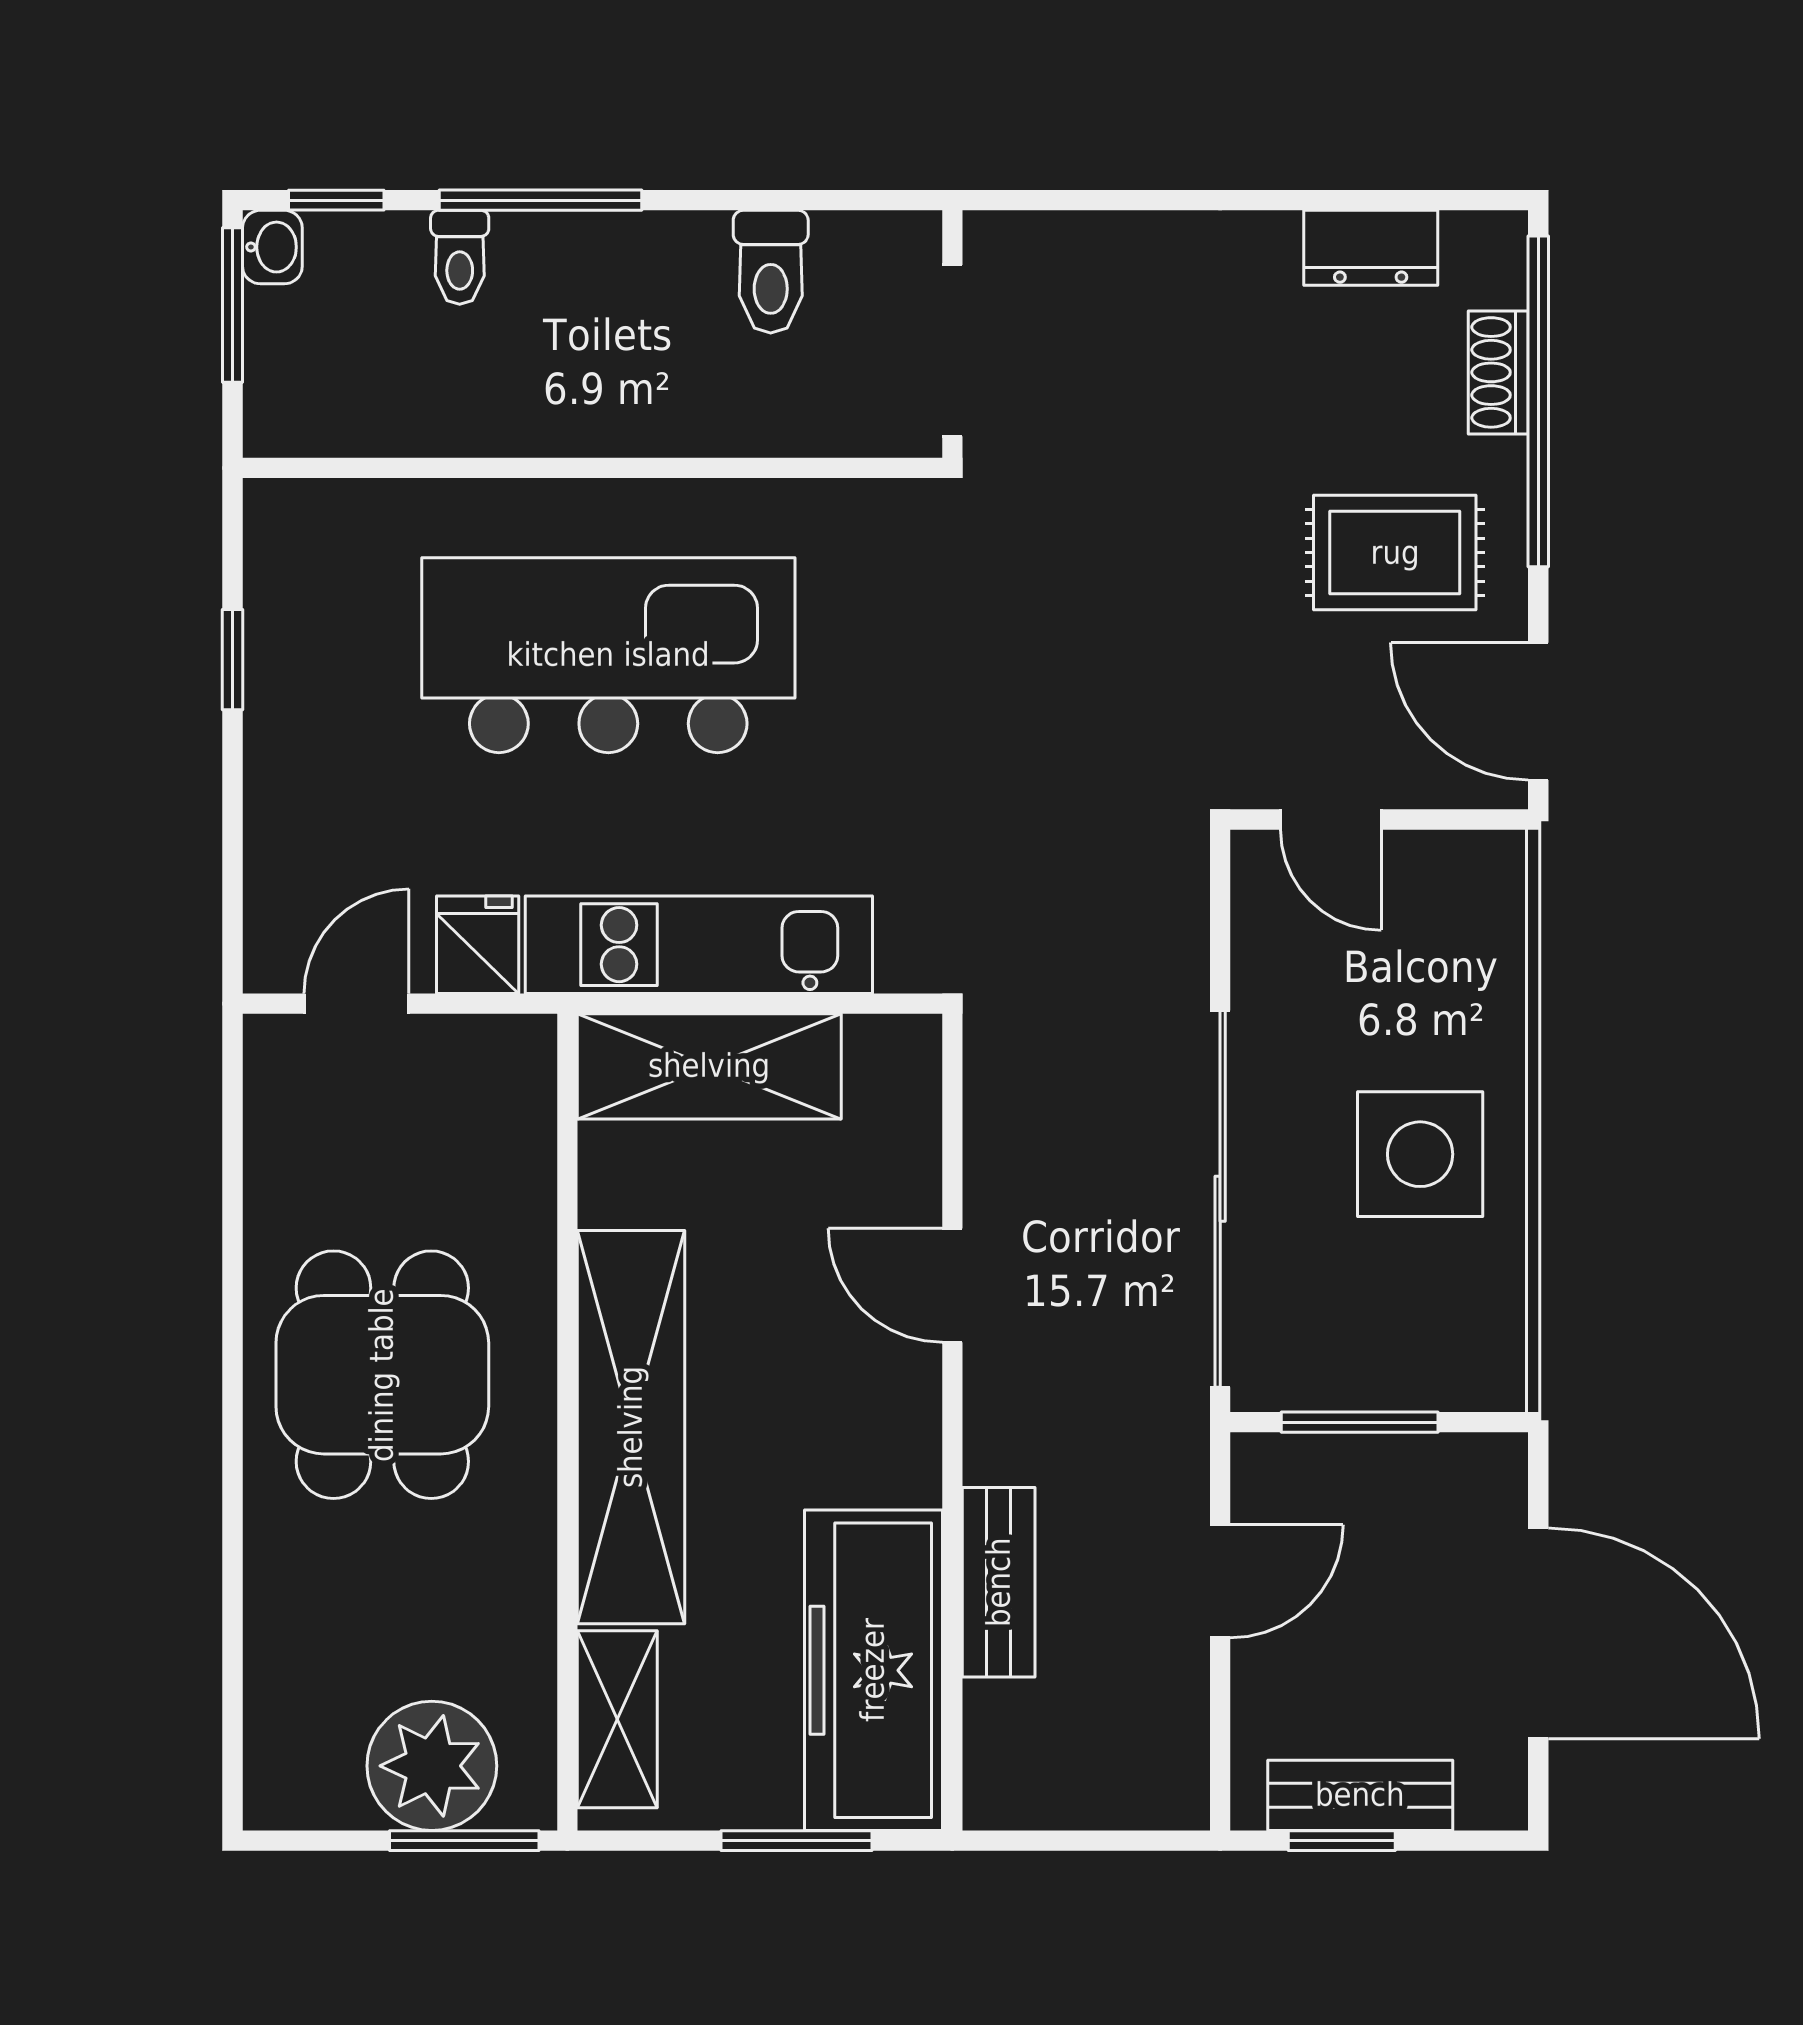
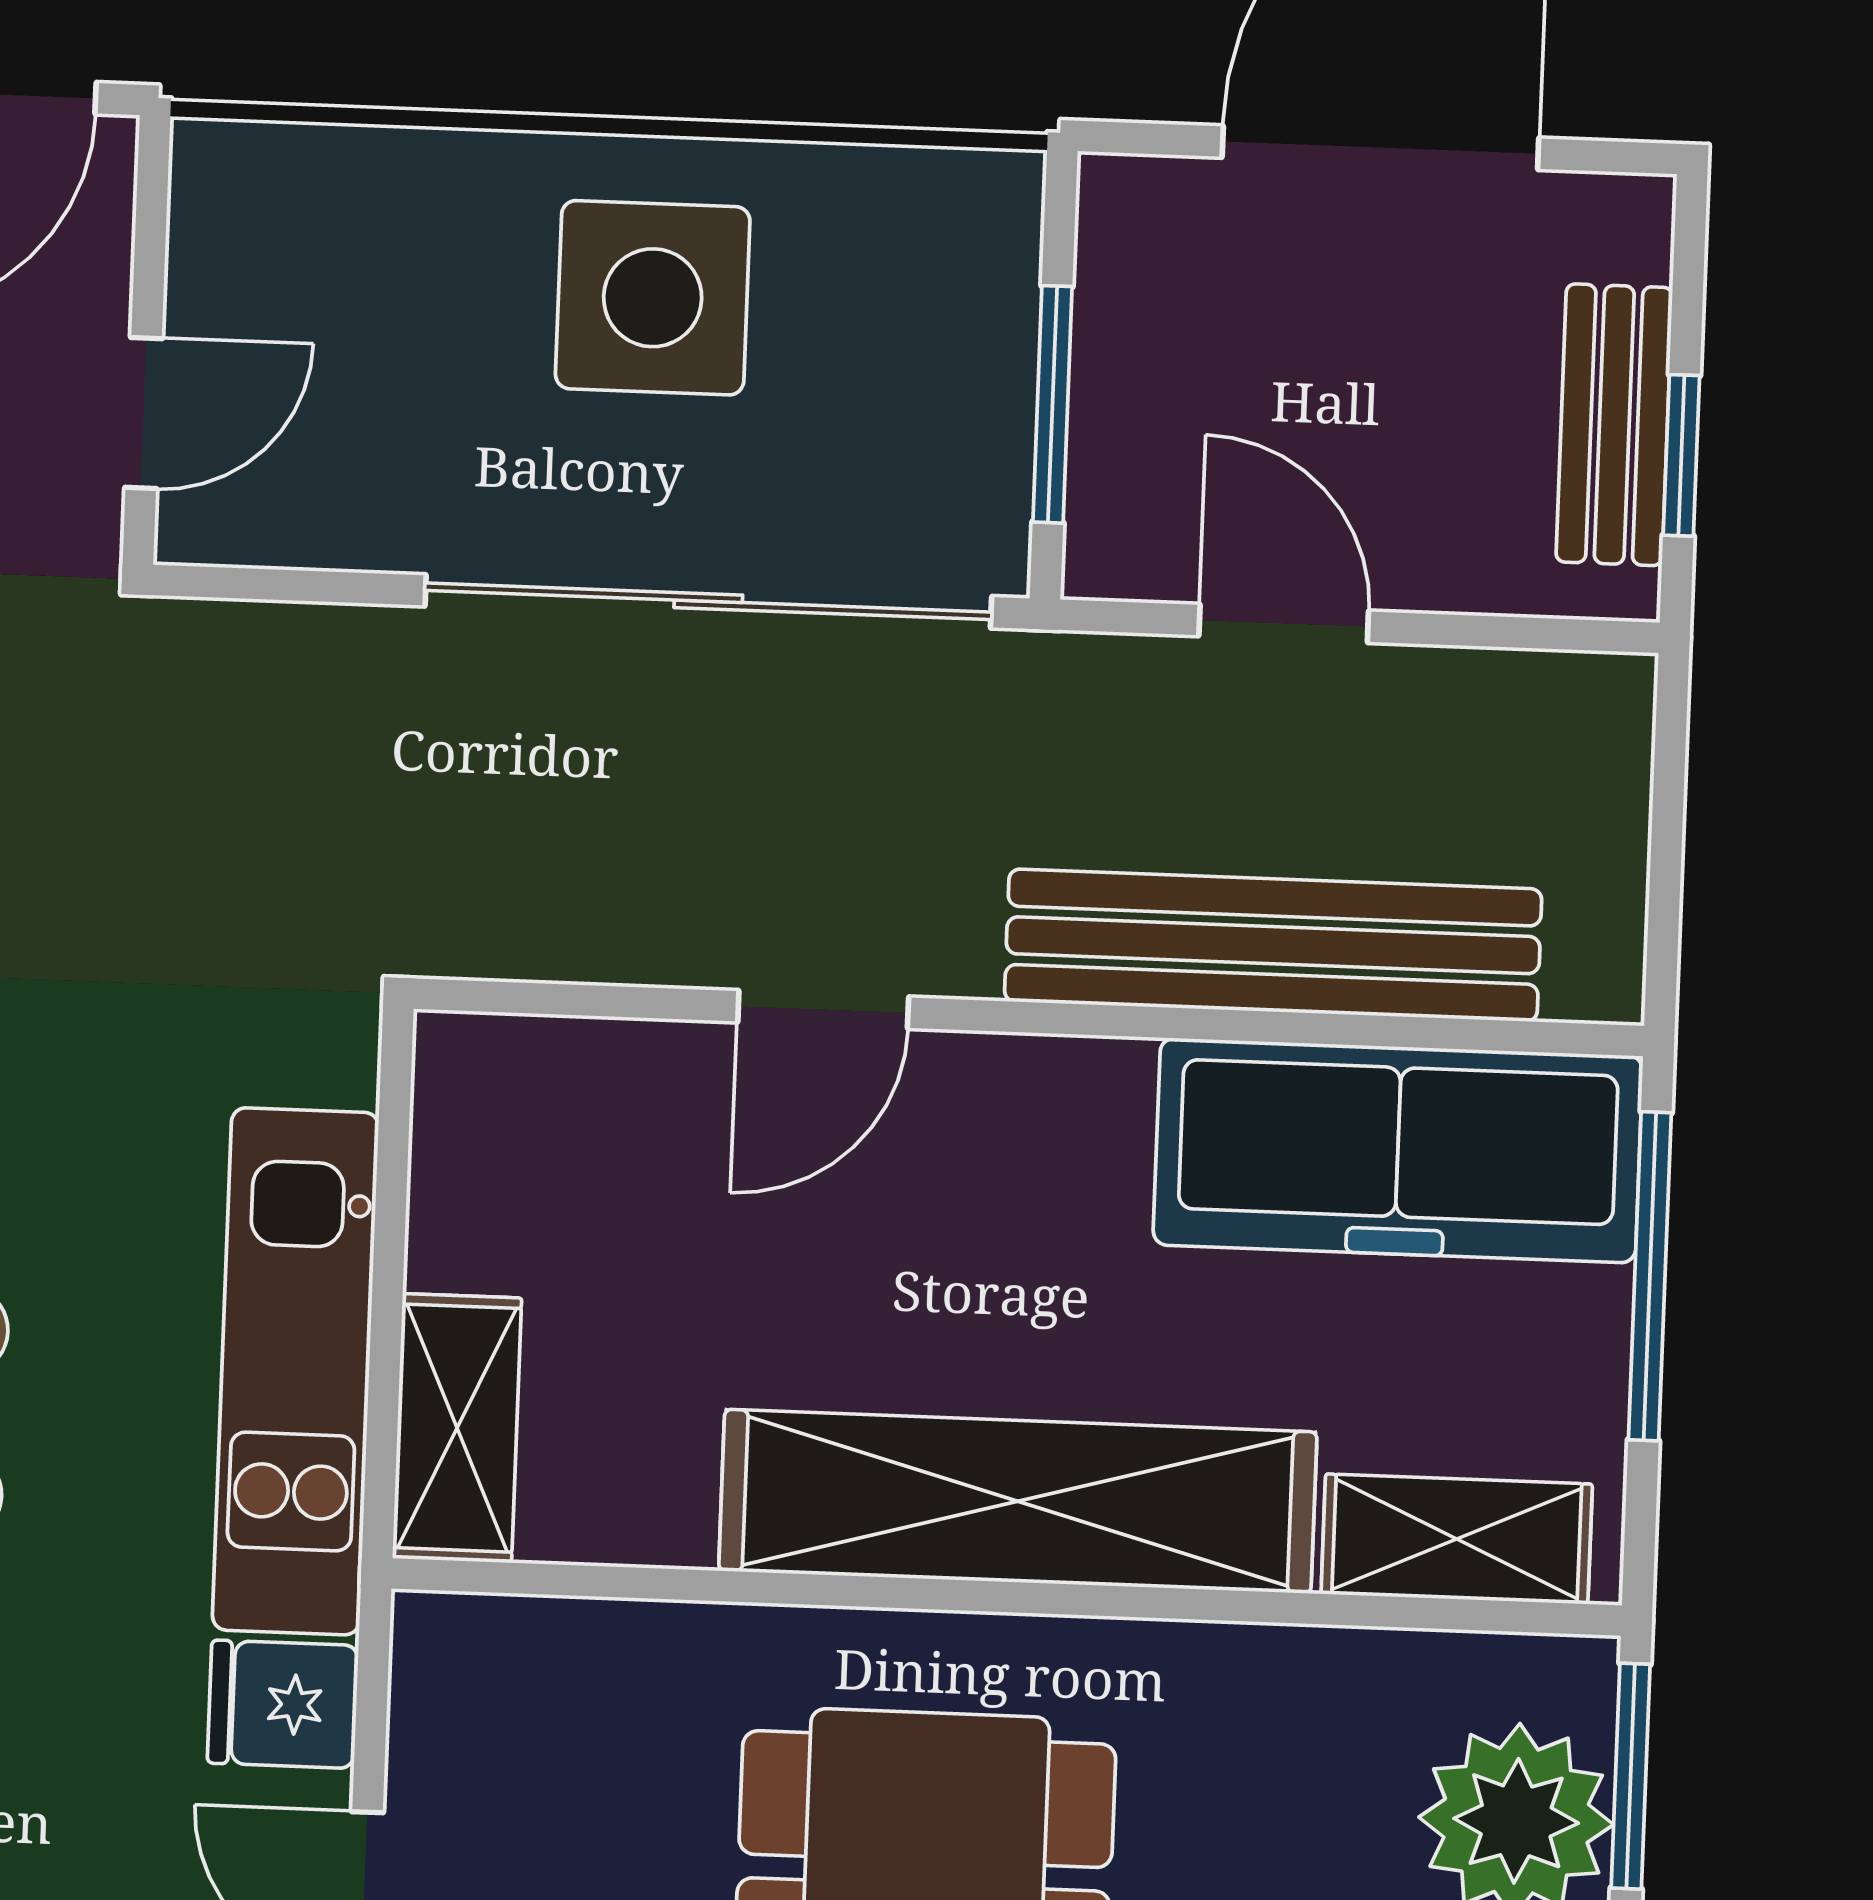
shelving: (709, 1066) -> (457, 1428), width x0.67, depth x0.75
bench: (999, 1582) -> (1273, 945), width x1.86, depth x1.21
window: (796, 1841) -> (1650, 1276), width x1.44

